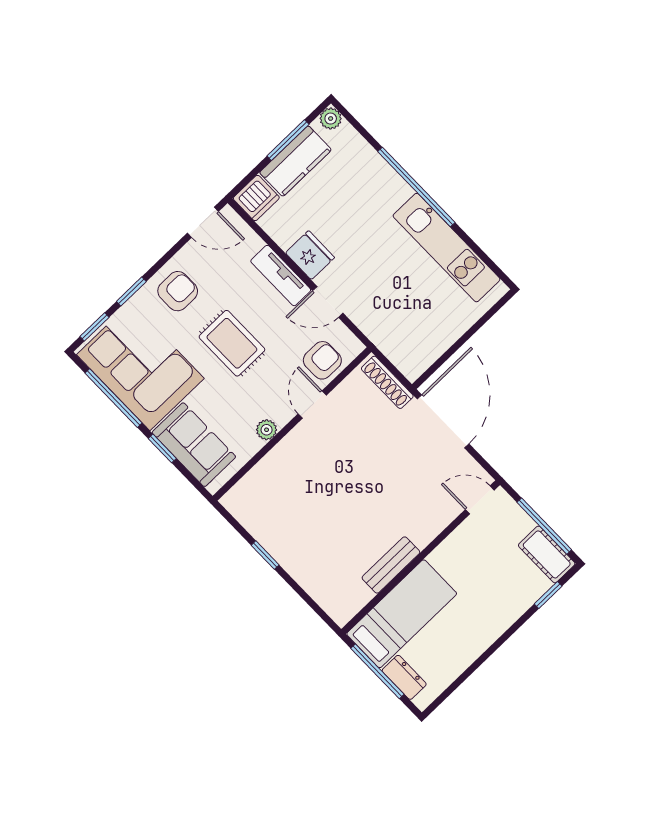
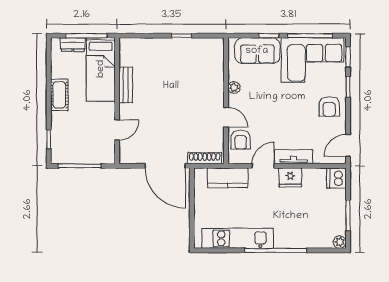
kitchen counter: (296, 161) -> (228, 178), moved, turned -90
rug: (232, 343) -> (285, 108), removed
door: (480, 500) -> (117, 130), moved
cot: (547, 554) -> (59, 95), moved, turned 90

